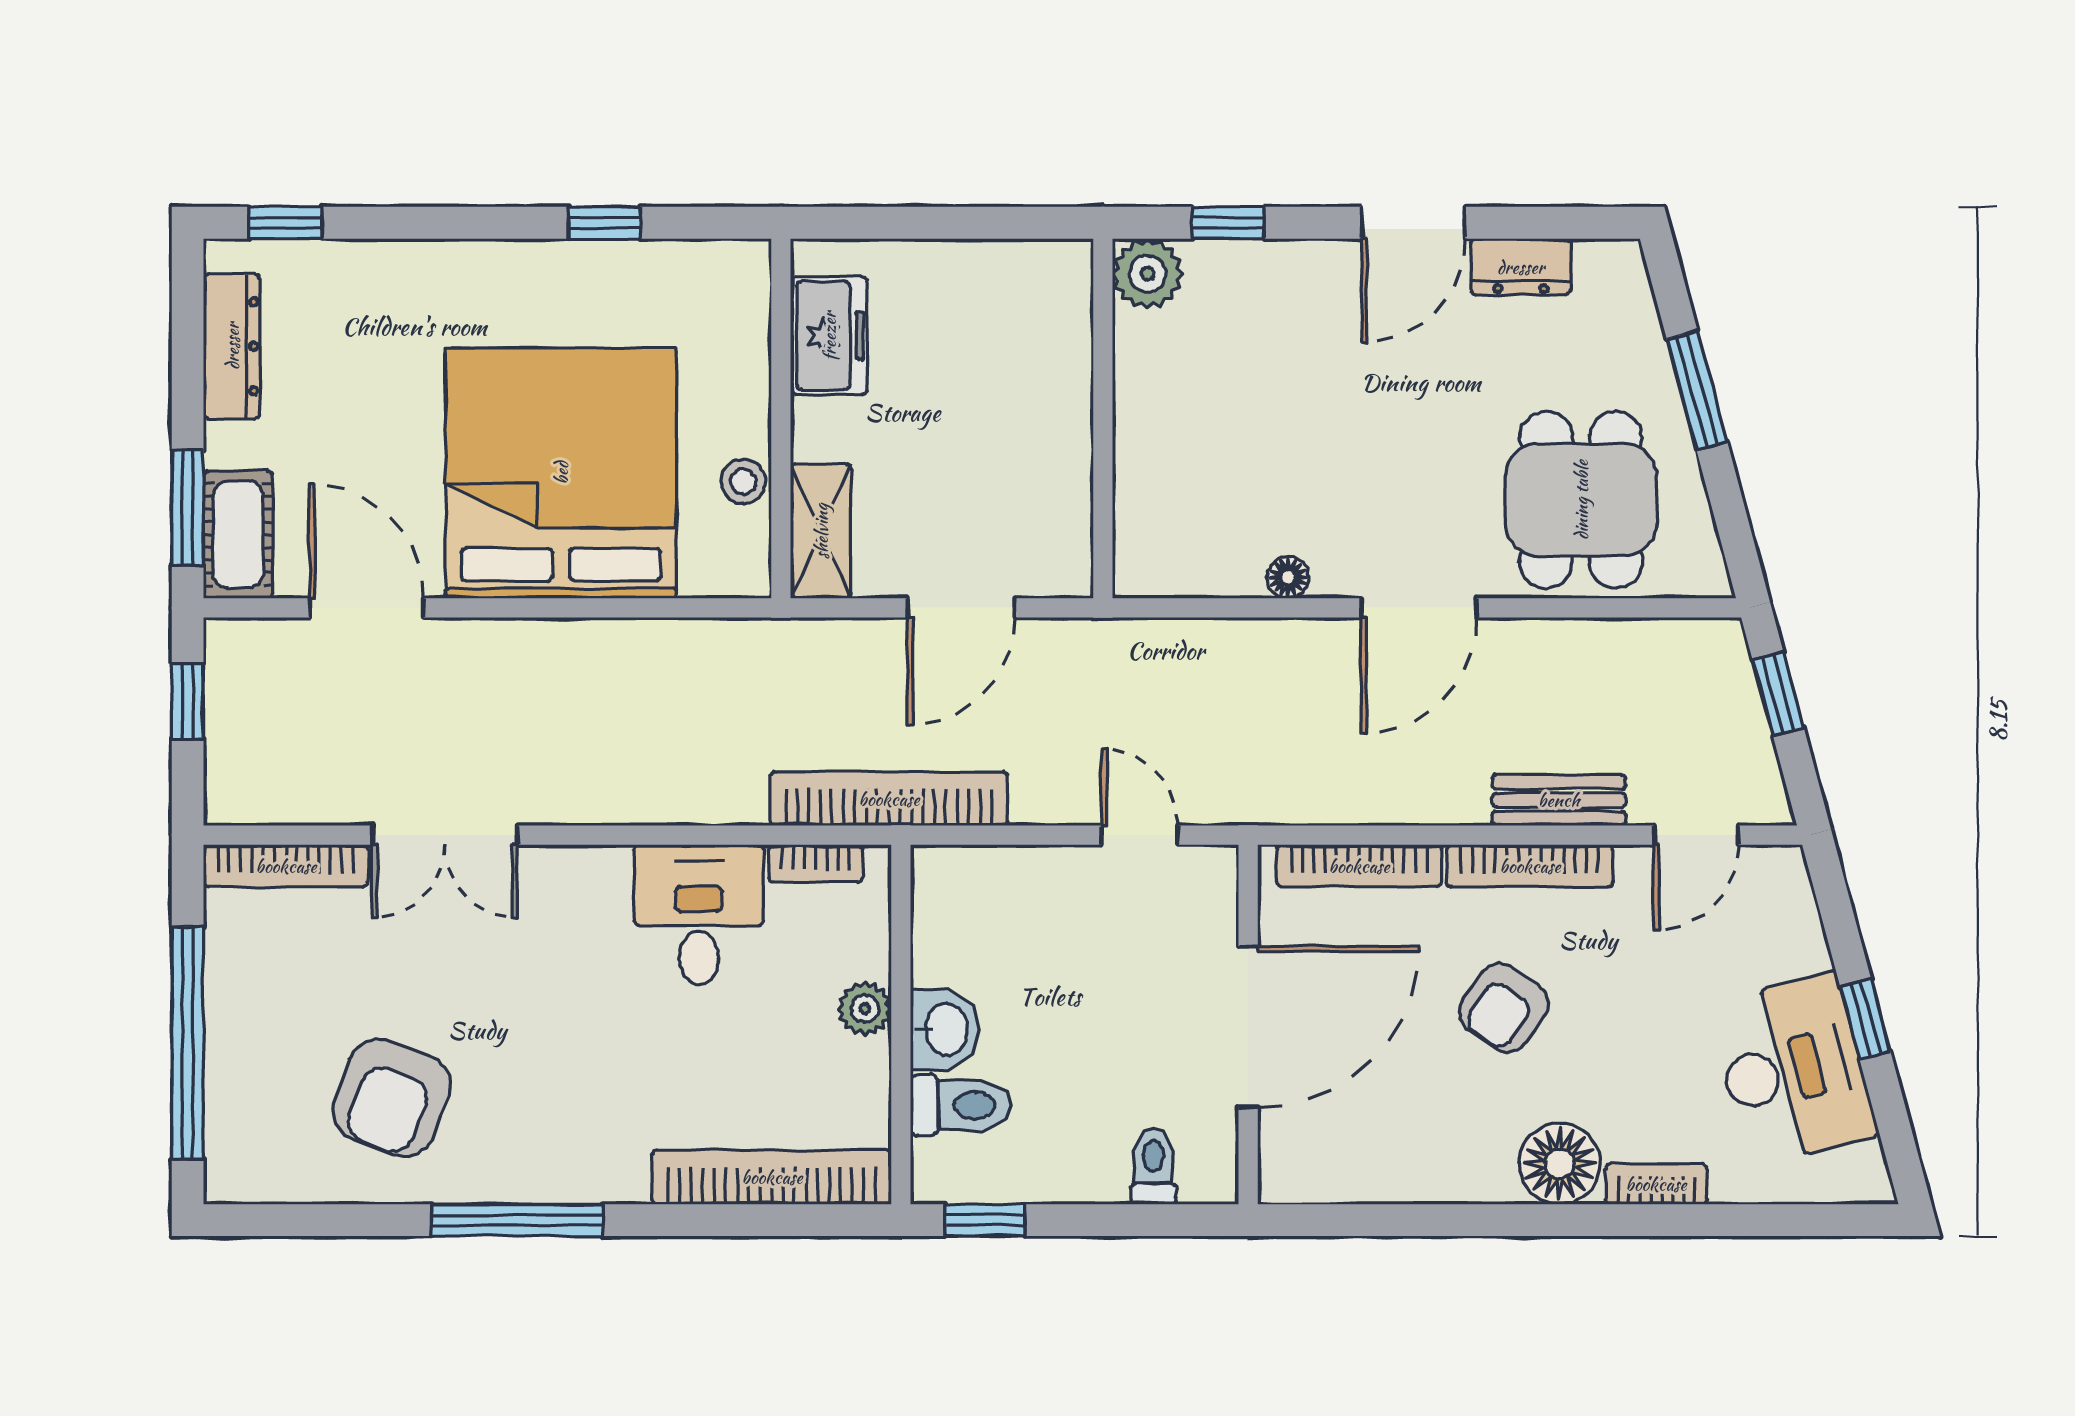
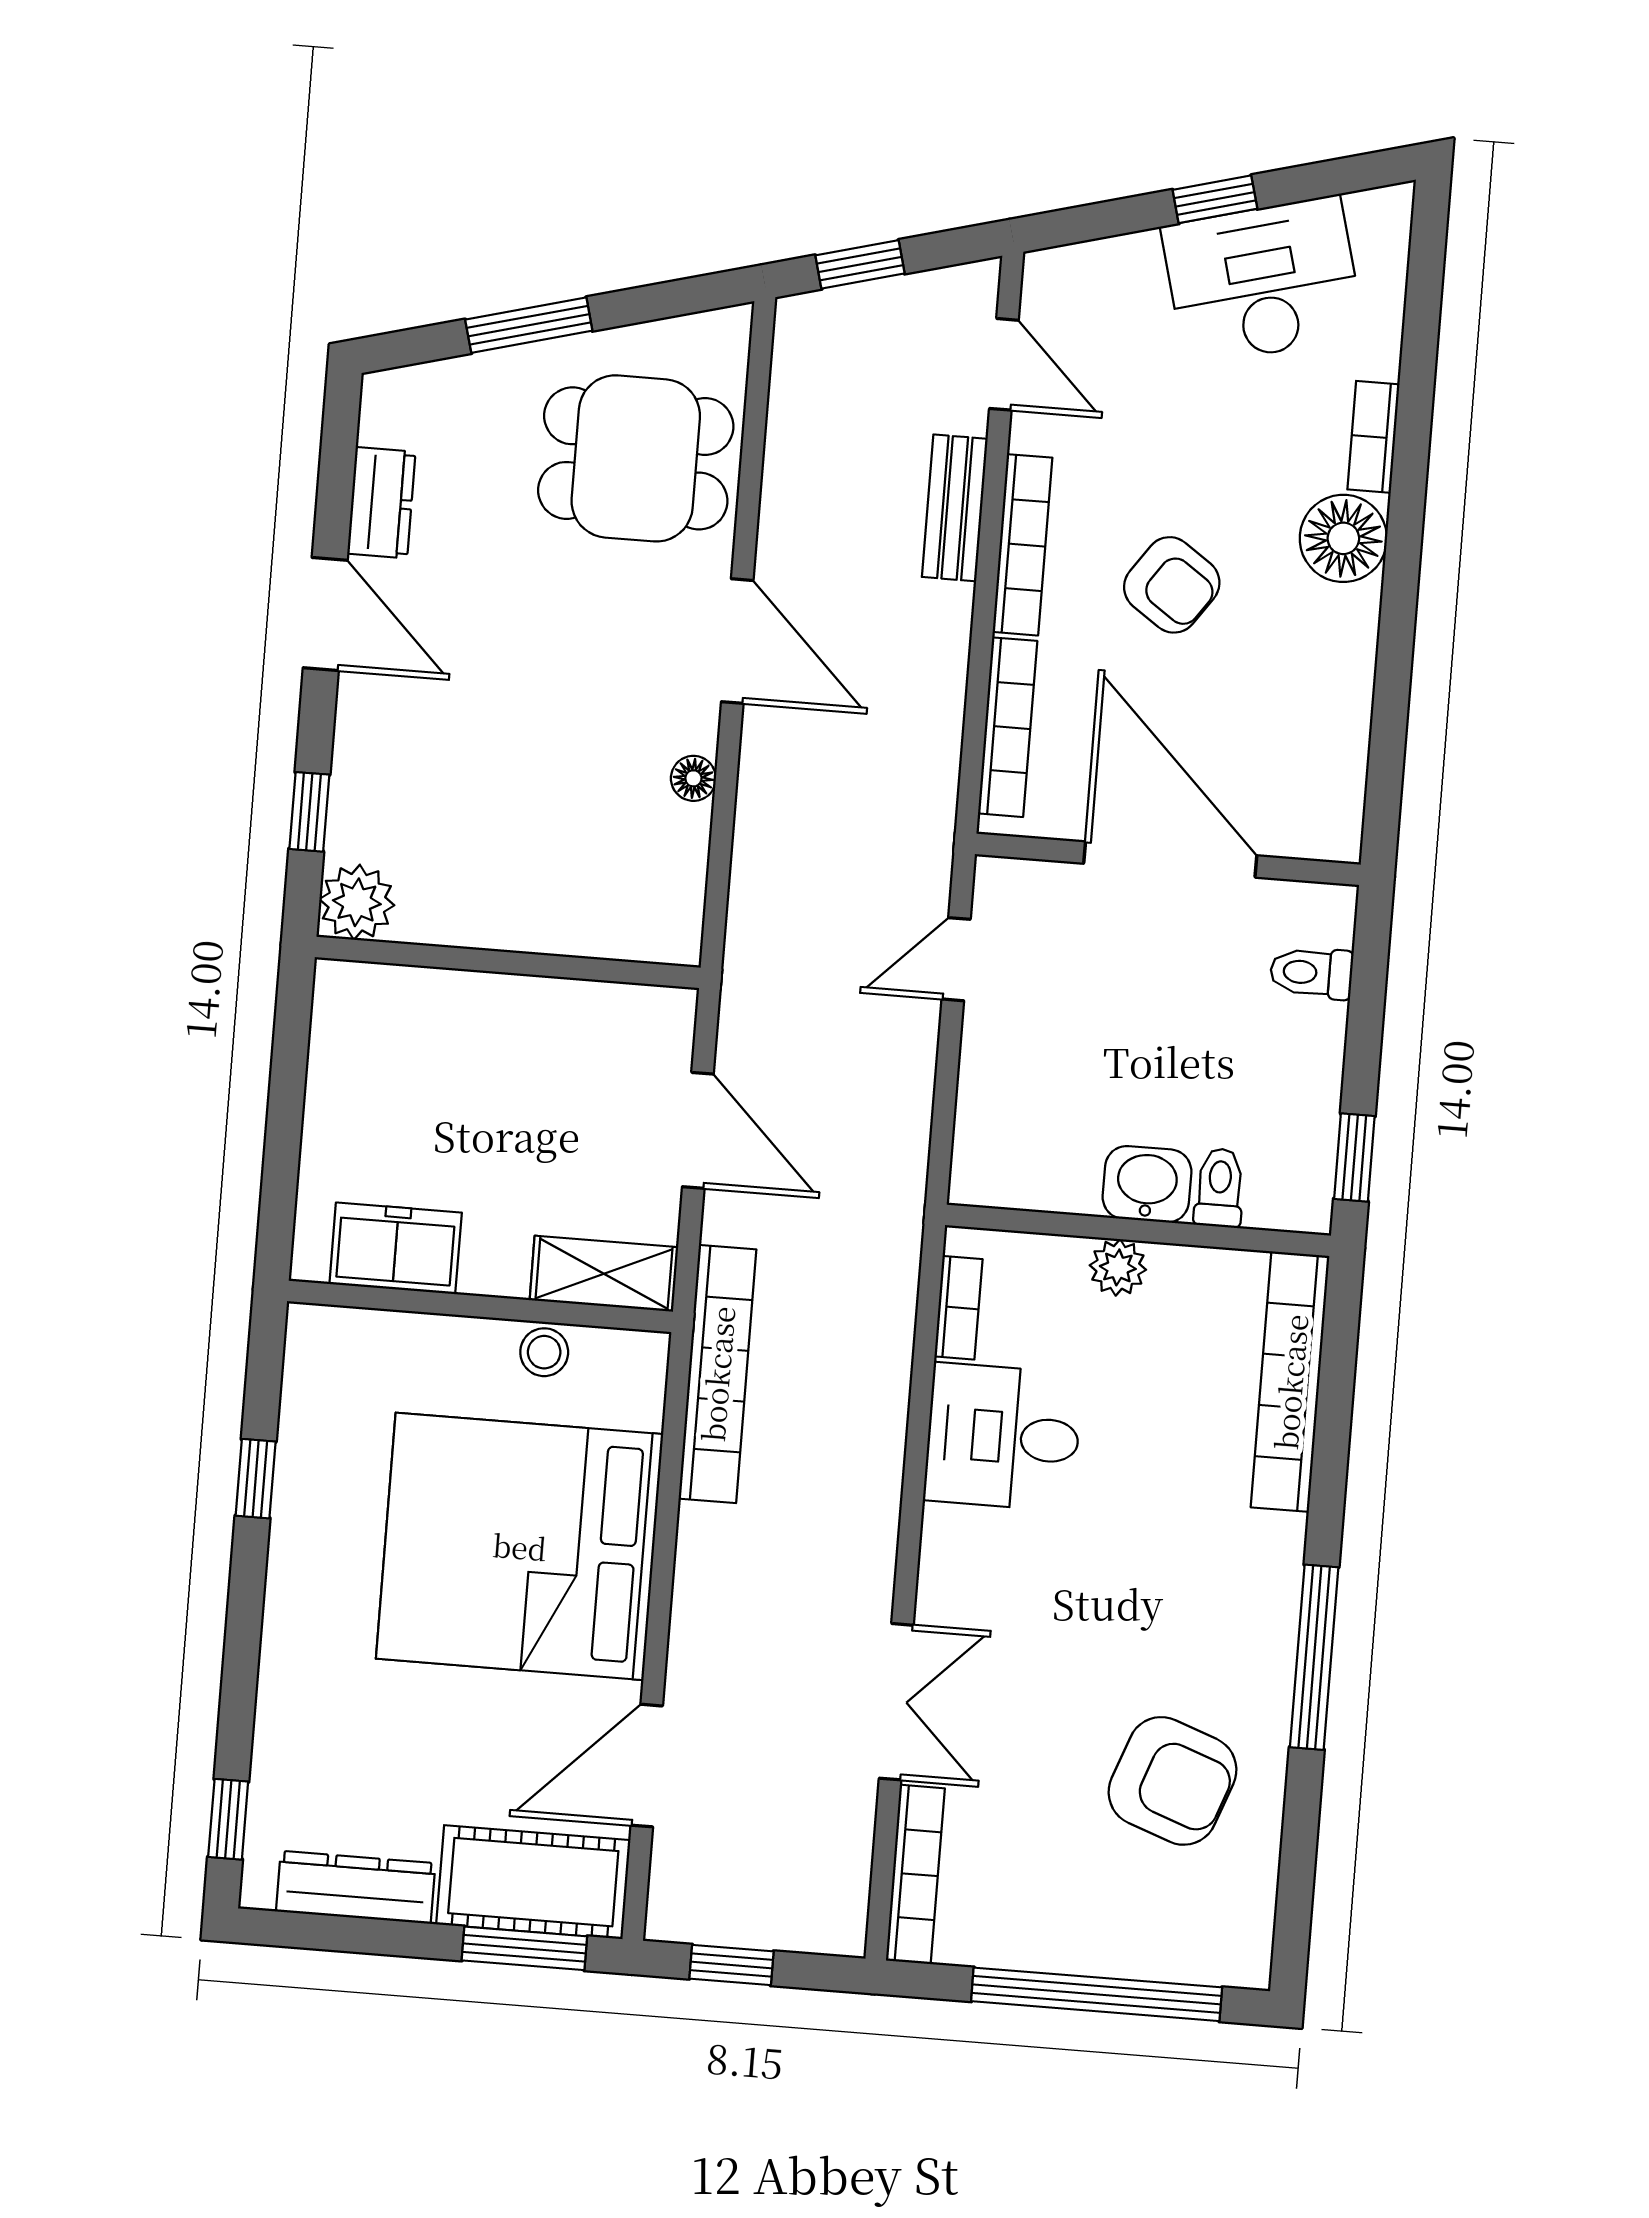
cot: (238, 535) -> (533, 1882), width x1.37, depth x1.34
bookcase: (889, 799) -> (717, 1374), moved, turned 180
toilet: (961, 1105) -> (1219, 1188), width x0.73, depth x0.72

